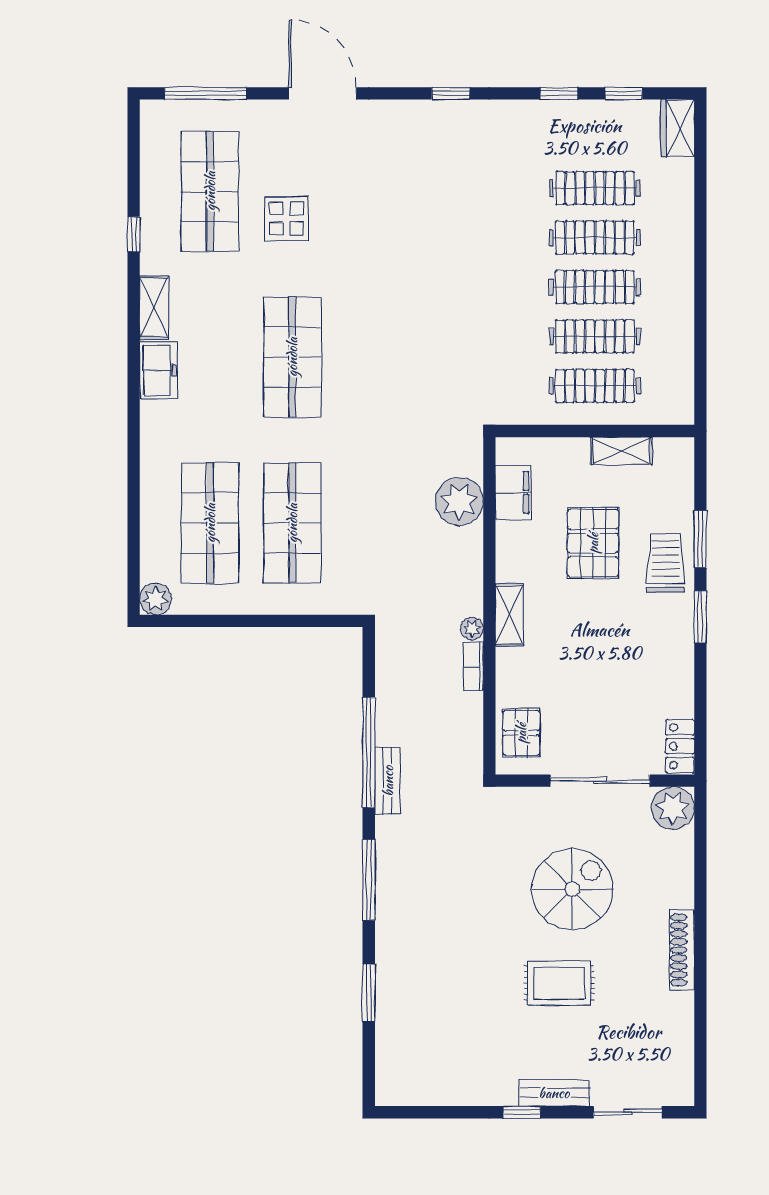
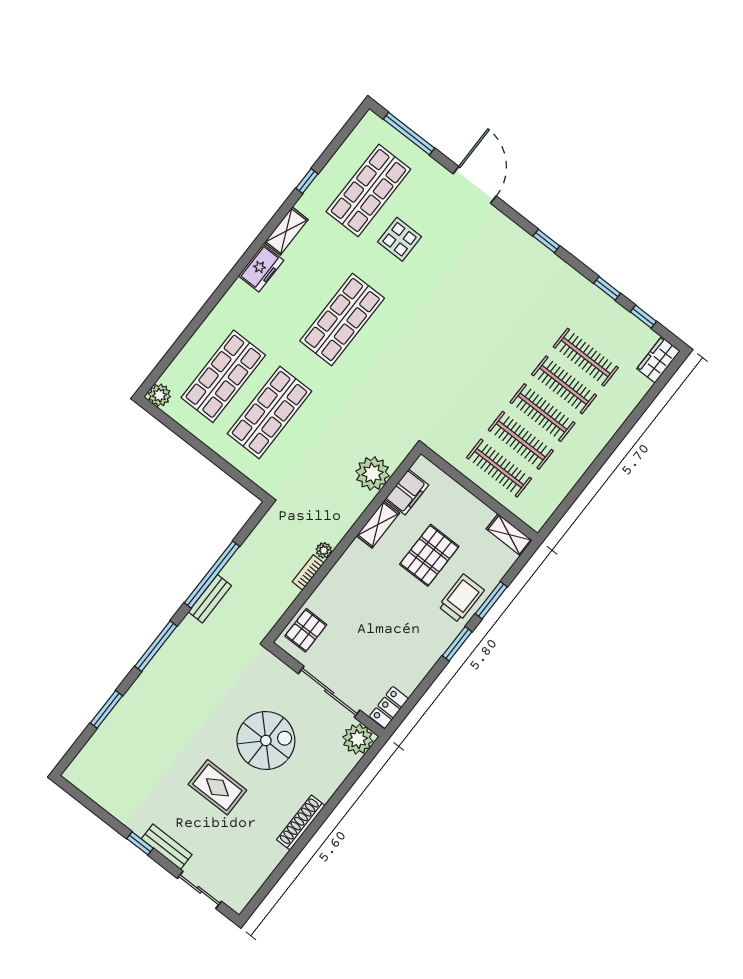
shelving: (621, 451) -> (509, 535), moved
shelving: (509, 615) -> (378, 524), moved

